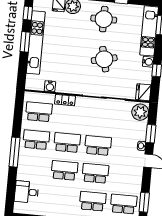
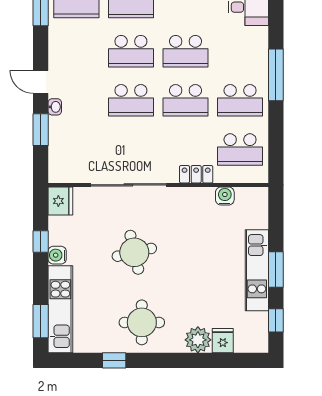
kitchen unit: (36, 43) -> (257, 270), width x0.73
plant: (140, 112) -> (63, 166), removed

